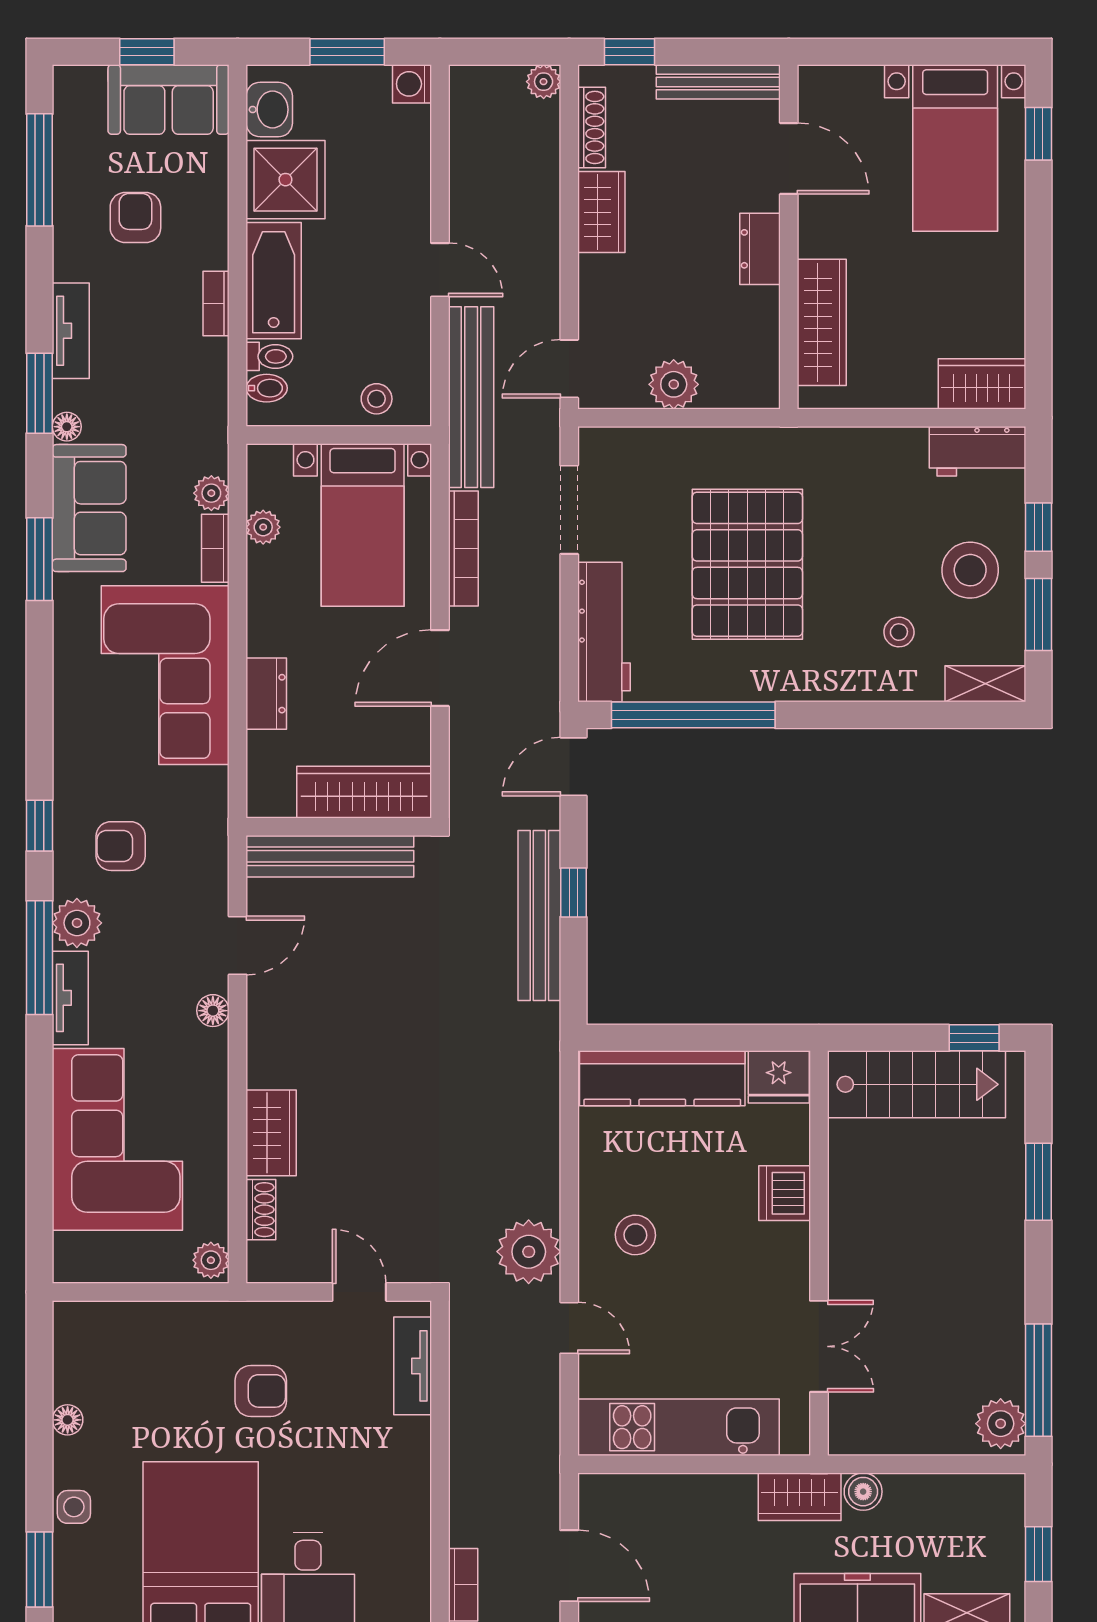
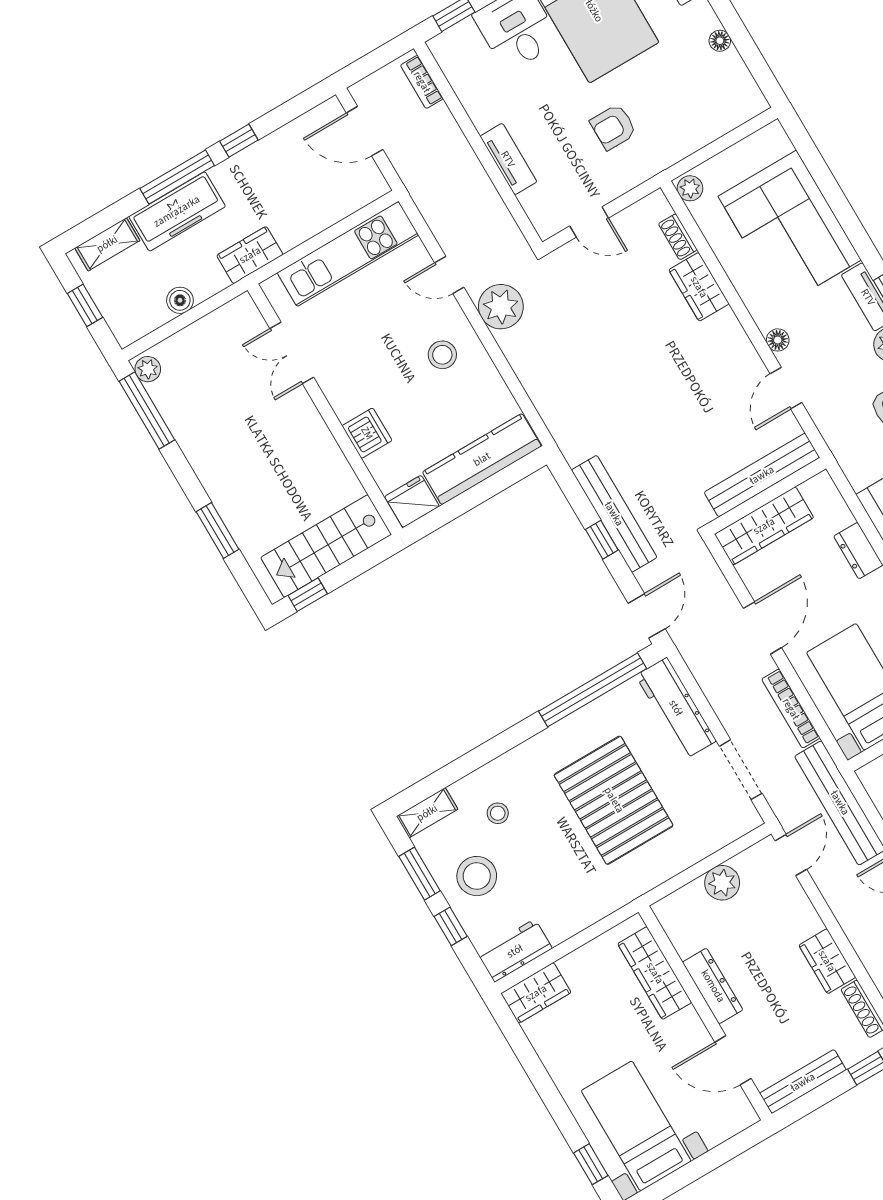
dresser: (760, 249) -> (713, 986), width x1.44
tv unit: (413, 1366) -> (508, 159), moved
plant: (1001, 1424) -> (148, 369), width x0.73, depth x0.73
boiler: (863, 1492) -> (180, 300), moved

